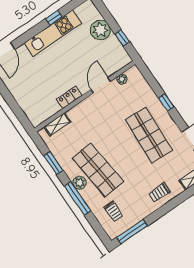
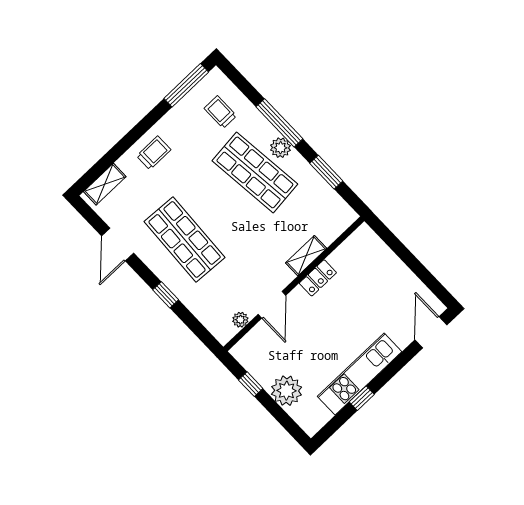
shelving: (57, 124) -> (306, 256), moved

